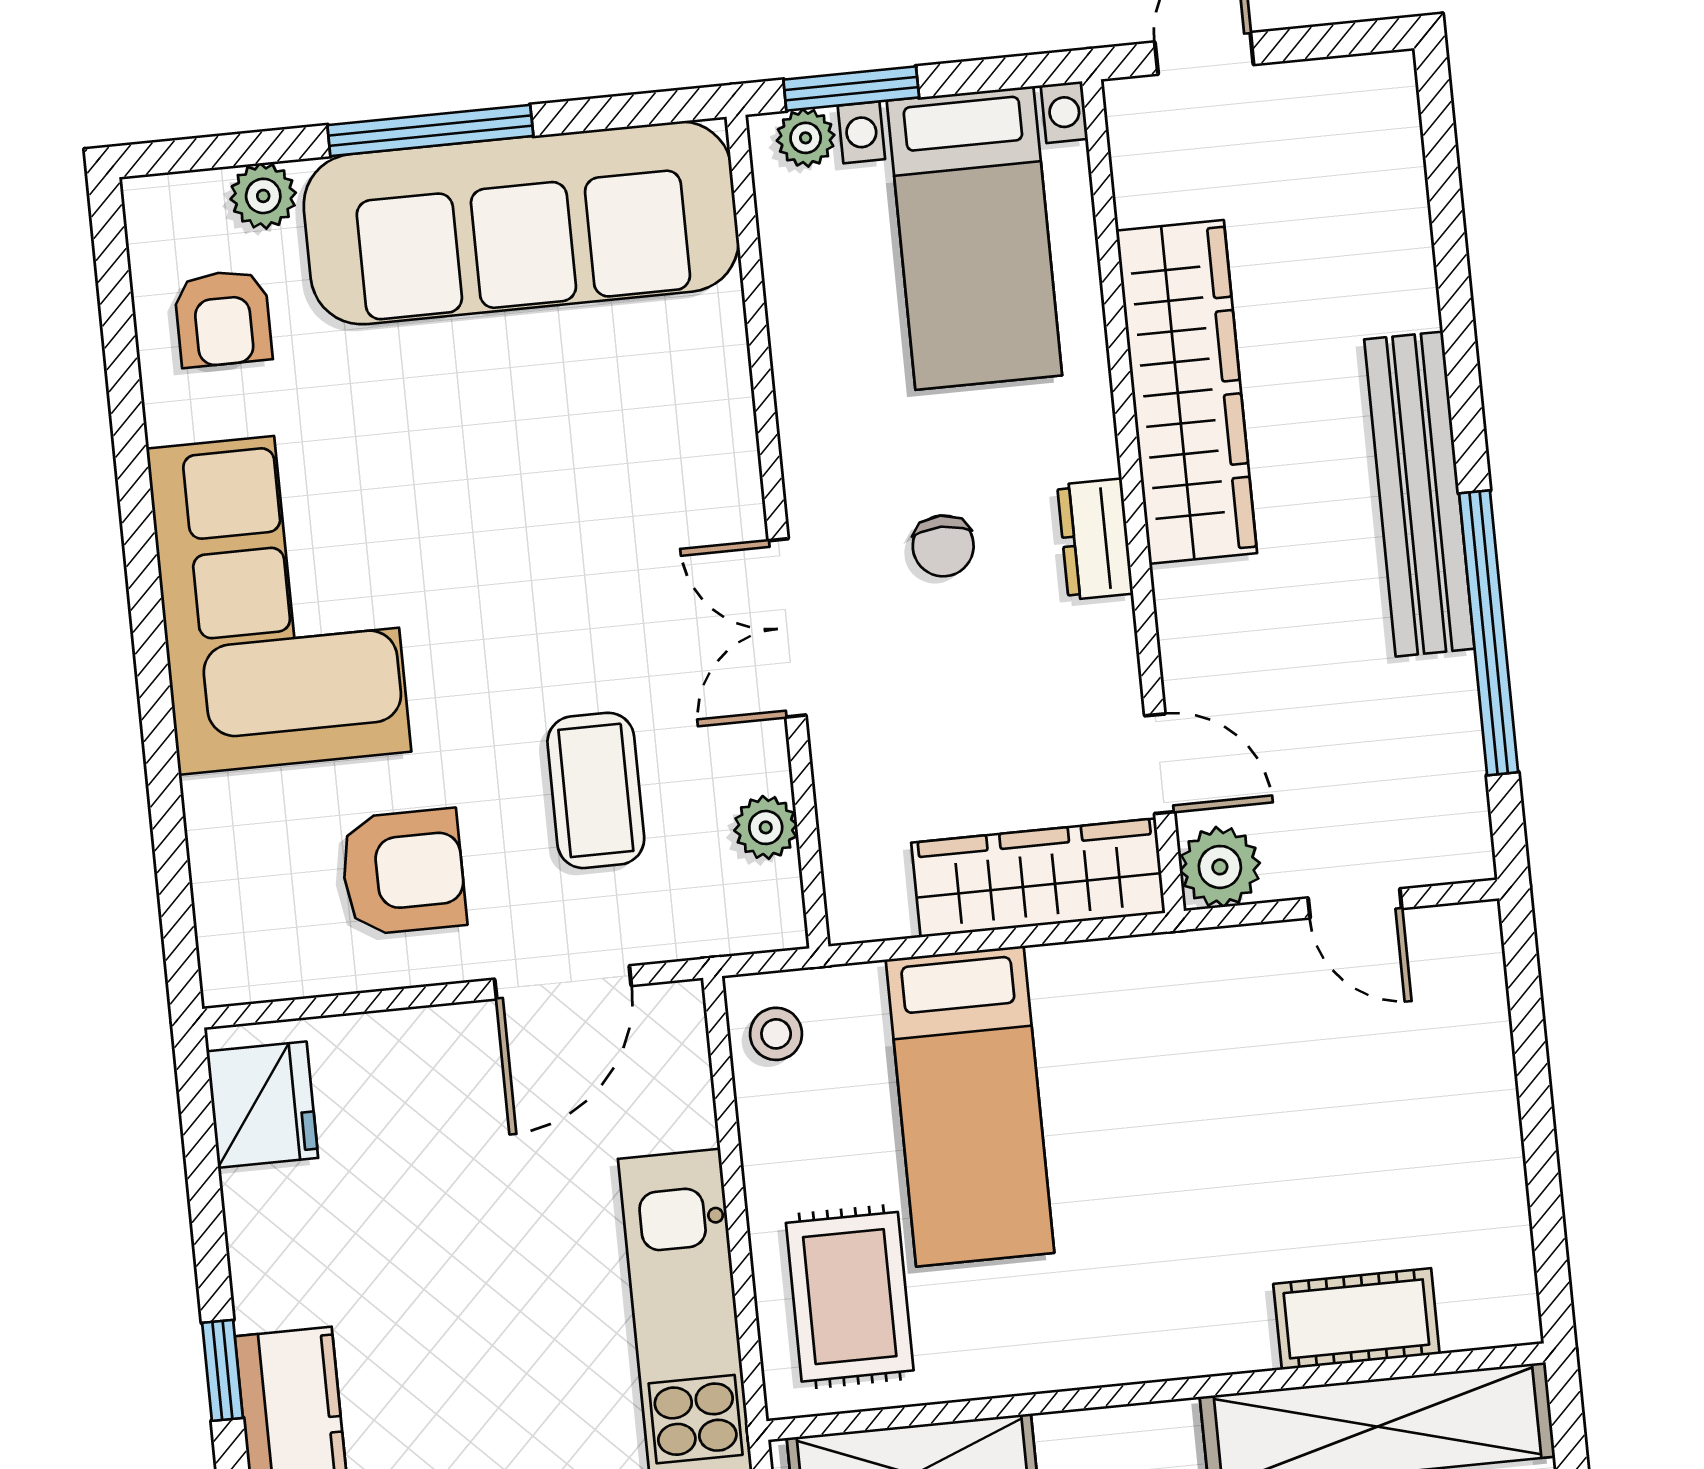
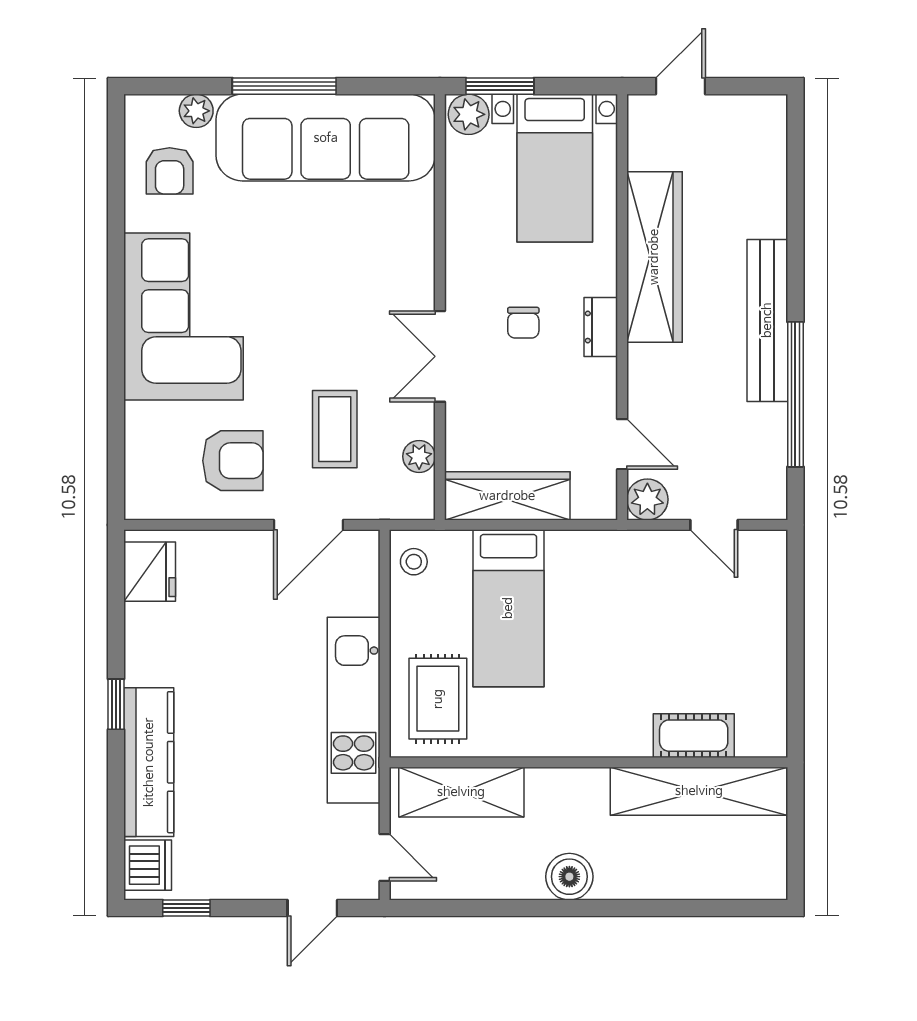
plant: (806, 138) -> (469, 114), width x1.37, depth x1.37
wardrobe: (1038, 878) -> (507, 496), moved

